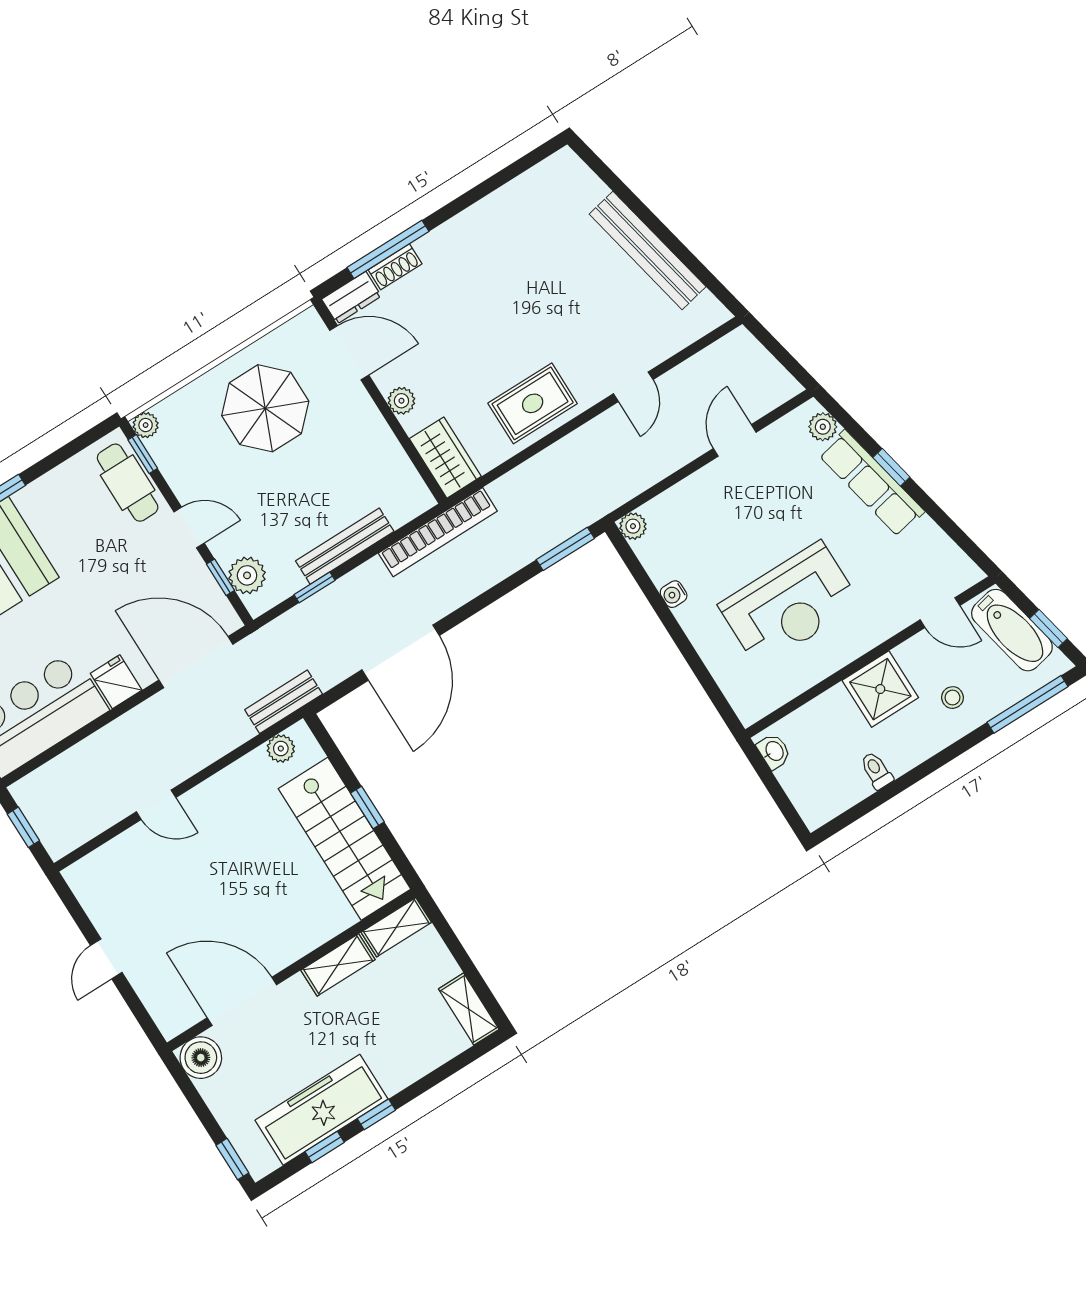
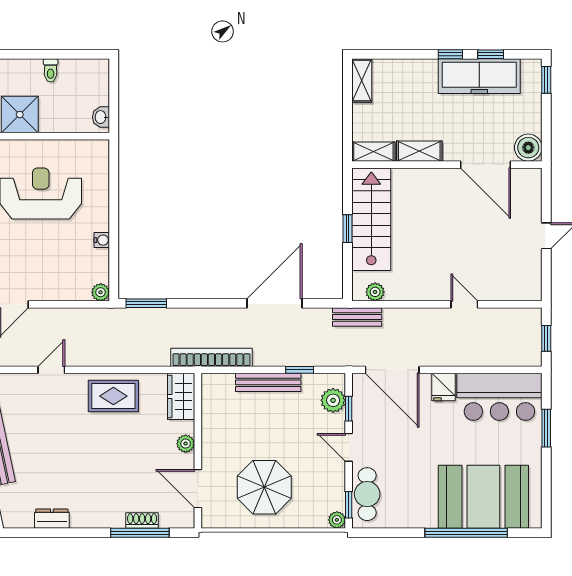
dresser: (351, 298) -> (52, 519), moved

